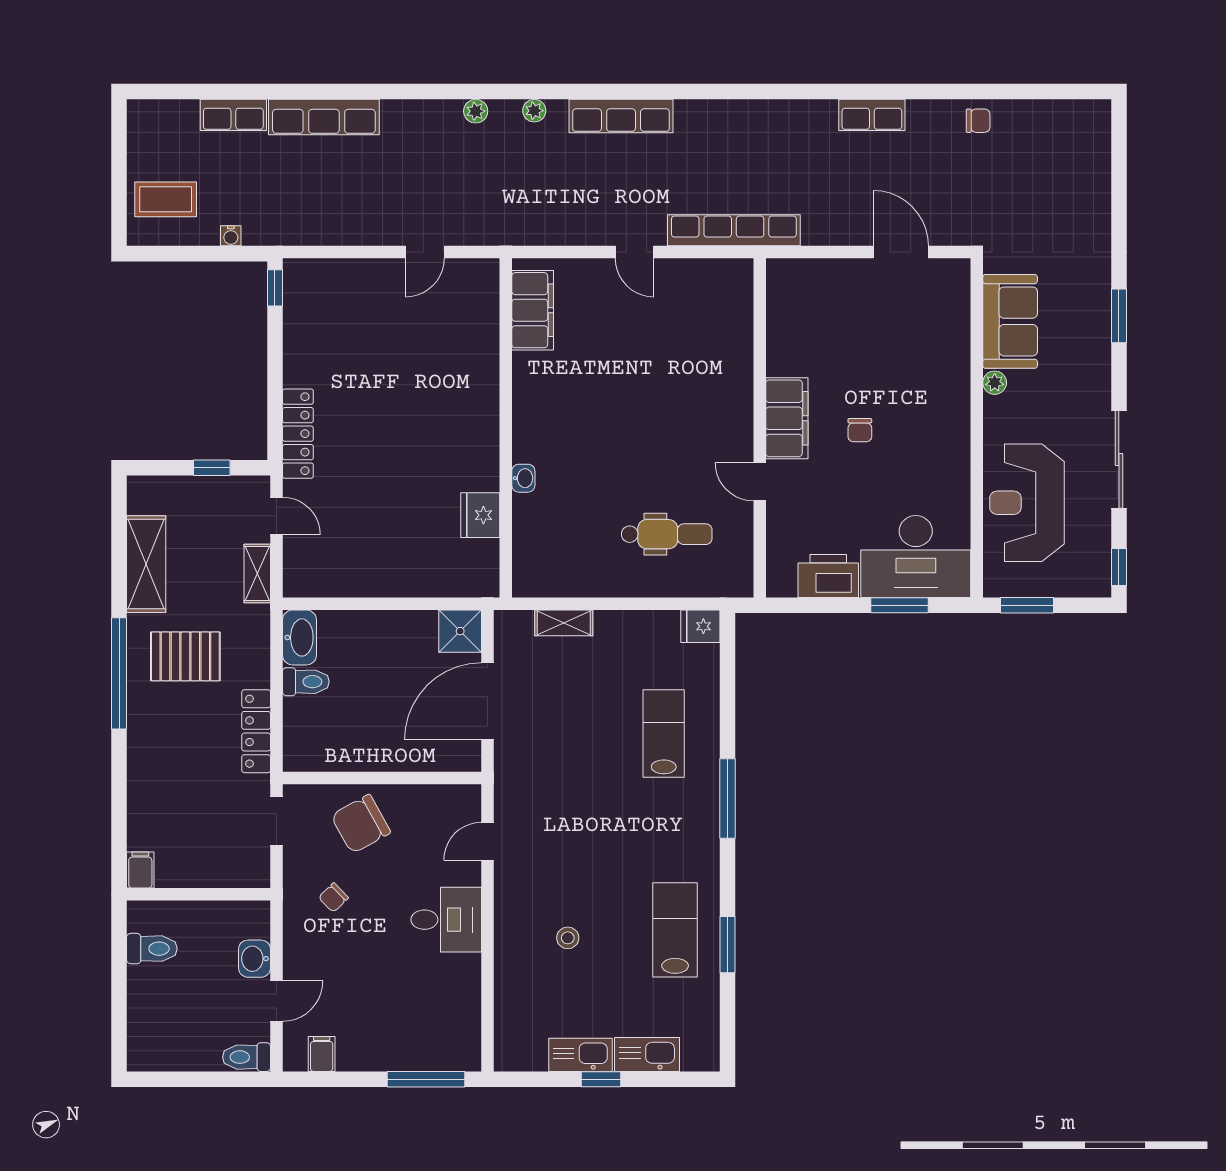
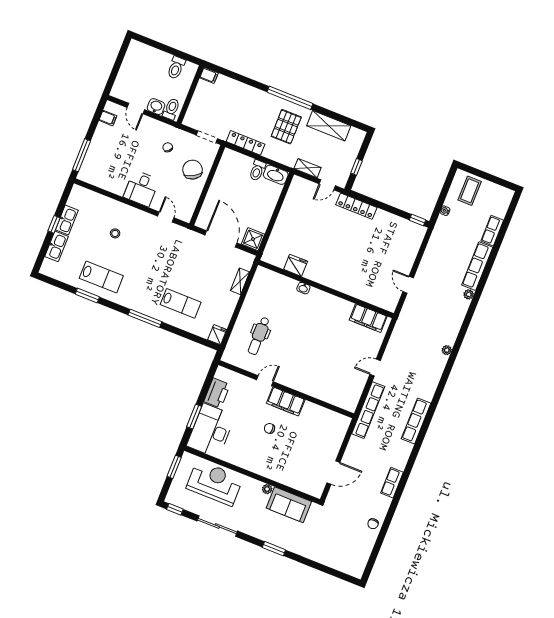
plant: (476, 111) -> (469, 294), moved
row of seats: (621, 116) -> (416, 421), moved
toilet: (246, 1057) -> (171, 109), moved

